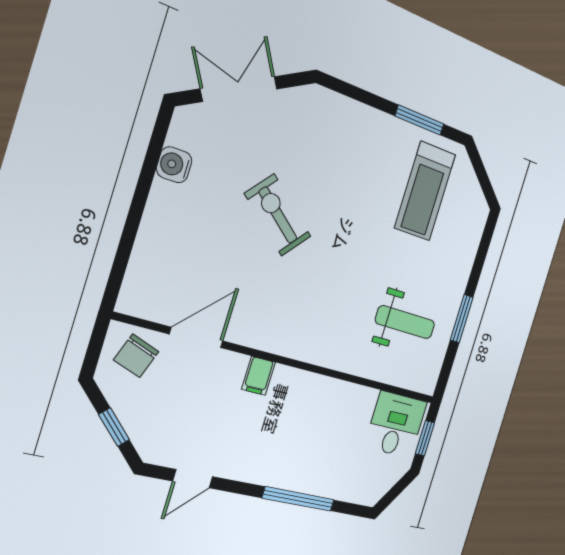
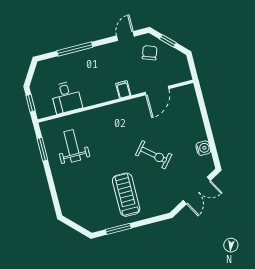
treadmill: (425, 191) -> (126, 195), moved
window: (462, 319) -> (42, 149), moved
weight bench: (405, 322) -> (72, 146), turned 90
chair: (136, 356) -> (150, 53), moved
desk: (396, 424) -> (66, 97), moved

